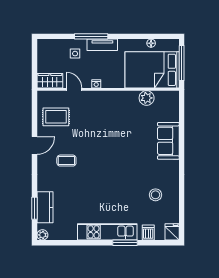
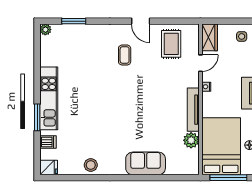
side table: (75, 54) -> (242, 36), moved
tv unit: (118, 96) -> (193, 110), added
stool: (156, 195) -> (91, 165), moved
kitchen counter: (45, 207) -> (75, 32), removed

